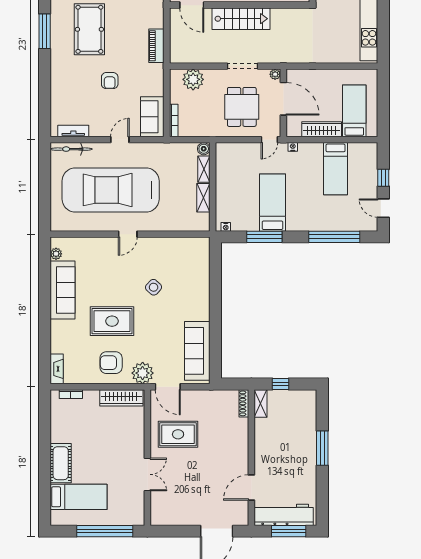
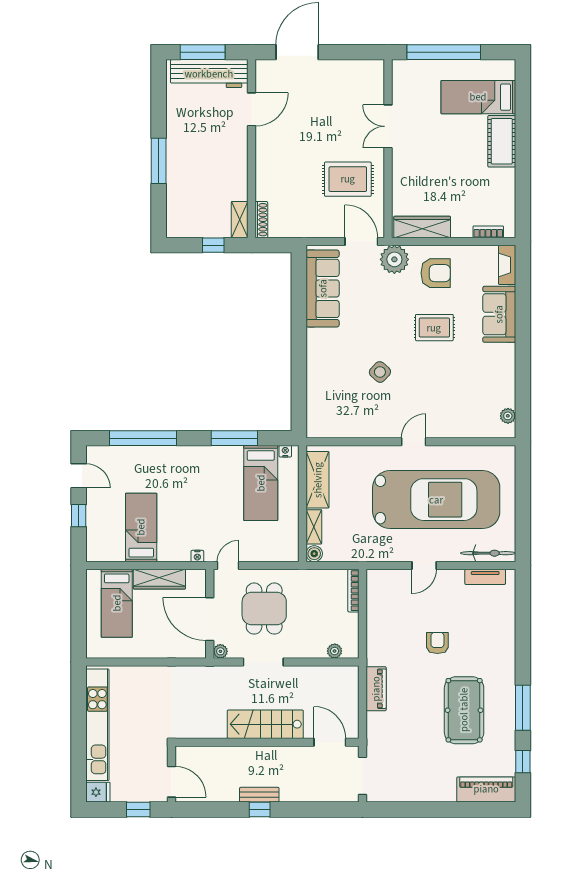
plant: (193, 79) -> (335, 651), width x0.53, depth x0.53
sofa: (152, 117) -> (381, 596), removed
shelving: (203, 198) -> (318, 480), width x1.50, depth x1.33
bed: (273, 203) -> (261, 483), moved
sofa: (63, 290) -> (499, 314), moved, width x0.73
rug: (112, 321) -> (434, 328), width x0.73, depth x0.70

